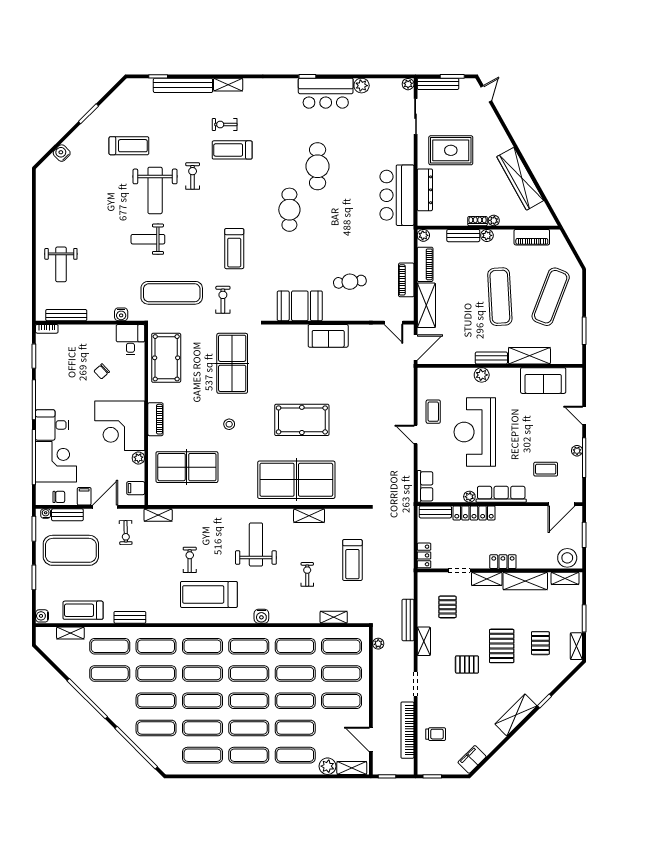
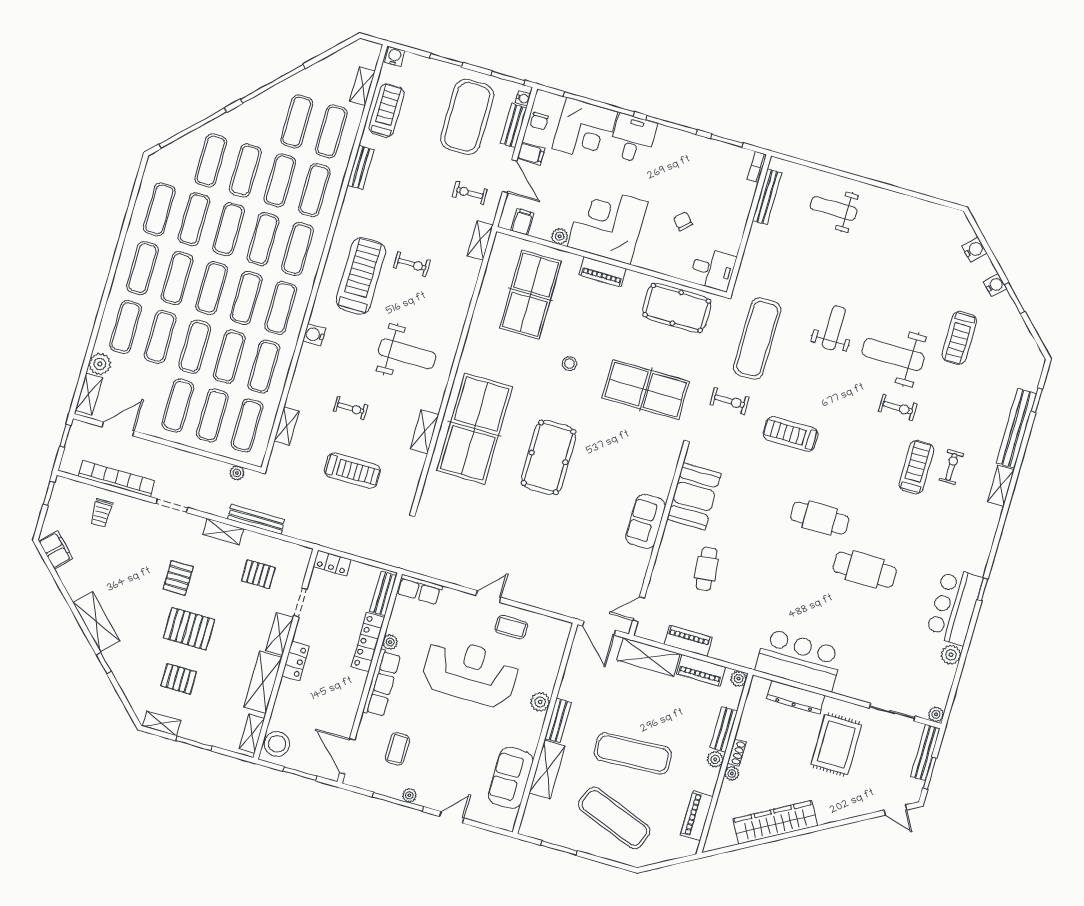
water cooler: (121, 314) -> (995, 285), moved, turned 135
treadmill: (352, 560) -> (352, 471), turned 180

